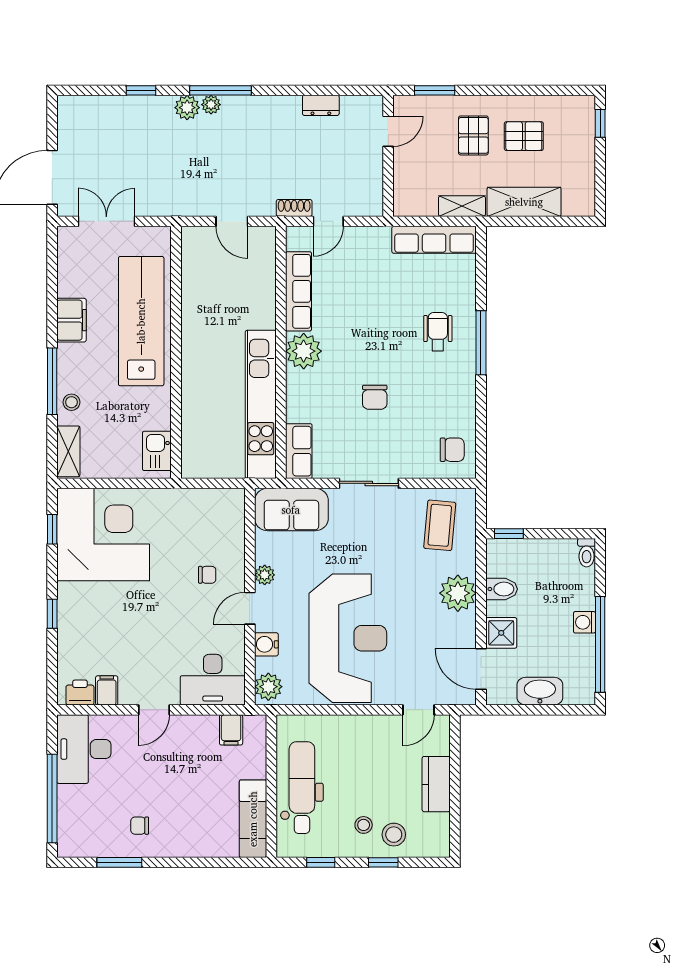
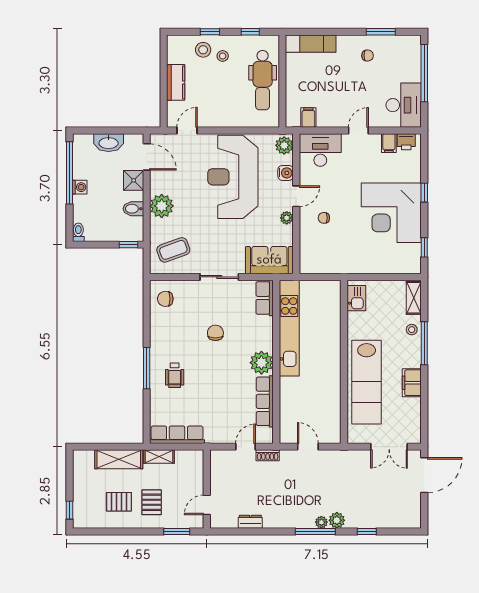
coffee table: (440, 525) -> (173, 250), turned 65
corner desk: (103, 535) -> (391, 213), moved
exam couch: (253, 819) -> (311, 44), moved, turned 90

